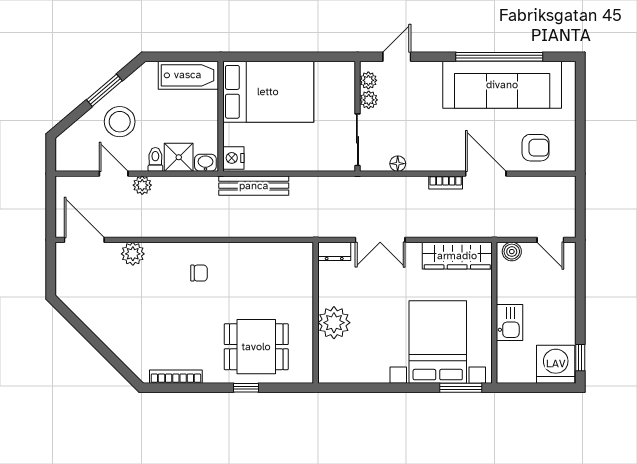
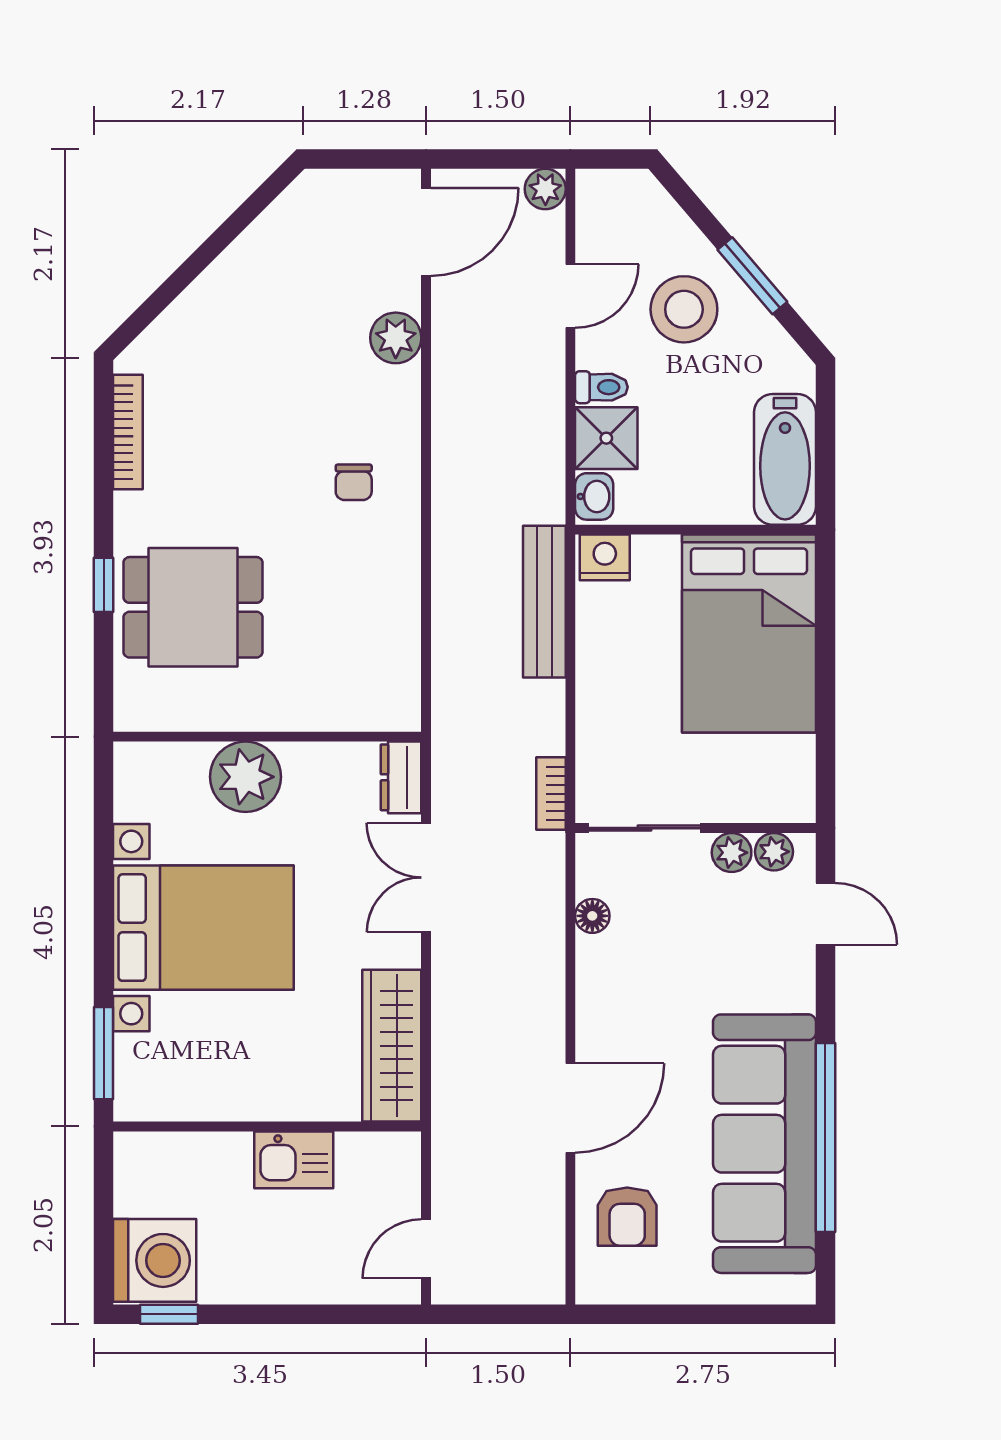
bookcase: (446, 183) -> (551, 794), moved
plant: (142, 185) -> (545, 189), moved
boiler: (512, 252) -> (401, 1165), removed
kitchen sink: (510, 323) -> (294, 1160), moved
bed with nightstands: (438, 342) -> (203, 928), moved
dining table: (256, 347) -> (193, 607), turned 90

